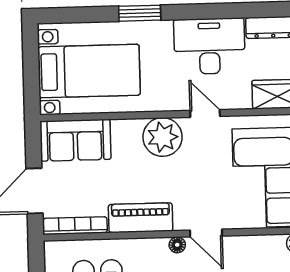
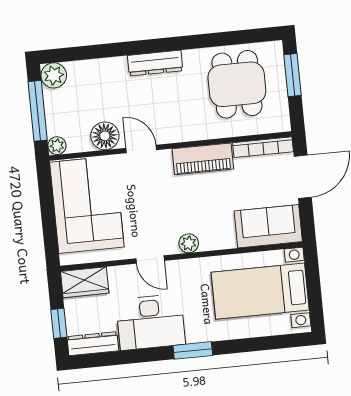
window: (140, 13) -> (193, 350), moved
plant: (163, 137) -> (189, 243), width x0.53, depth x0.53
floor lamp: (177, 245) -> (105, 136), moved, width x1.89, depth x1.89

